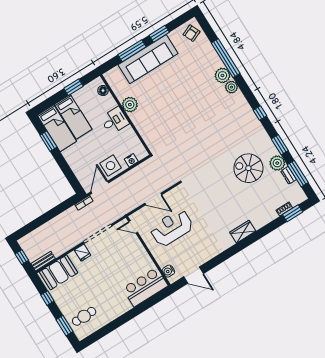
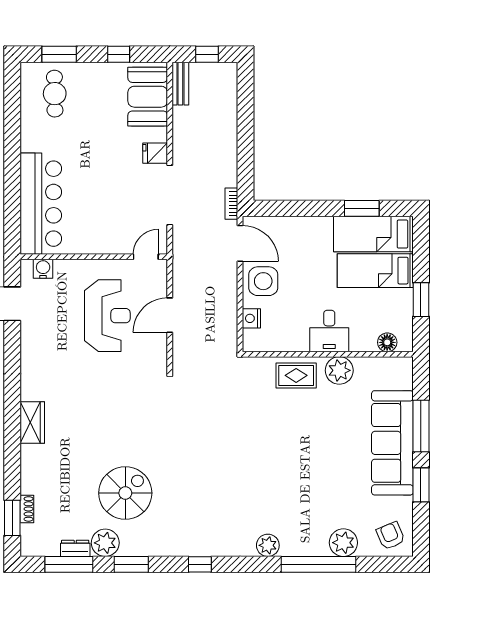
plant: (222, 75) -> (343, 543), moved
rug: (145, 123) -> (296, 375), added
bar counter: (145, 287) -> (41, 204), width x1.36

